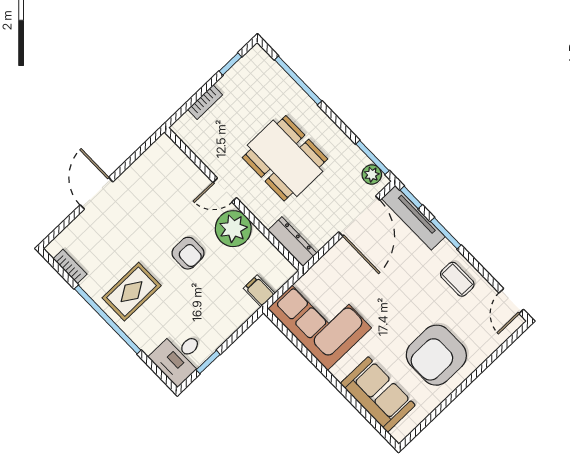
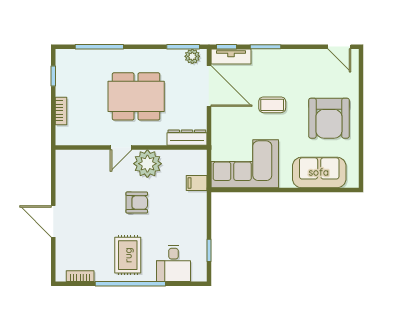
tv unit: (413, 218) -> (231, 56), width x0.71
coffee table: (457, 279) -> (272, 105), moved
desk: (179, 356) -> (173, 263), moved

